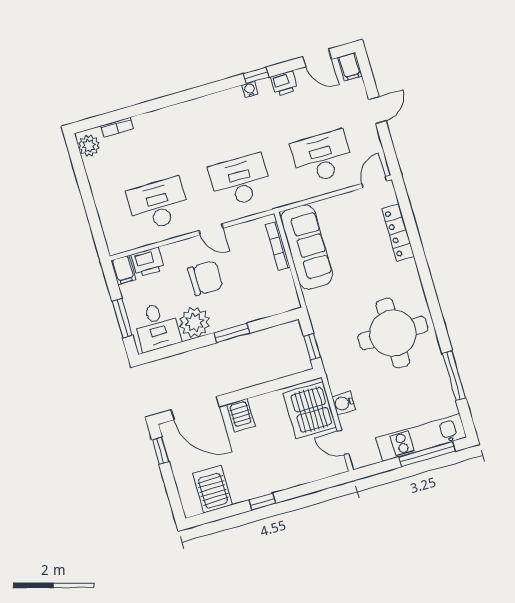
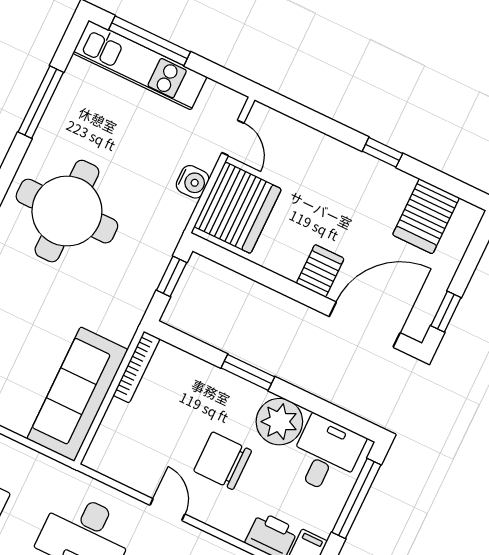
bookcase: (278, 246) -> (137, 367), moved
window: (122, 318) -> (356, 499), width x1.44
door: (195, 408) -> (365, 325), hinge flipped

